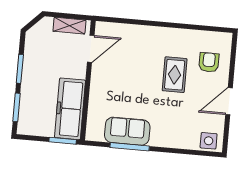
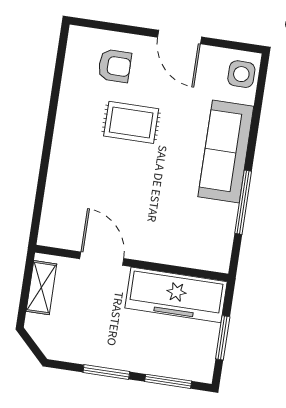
door: (91, 49) -> (102, 259), moved
armchair: (209, 62) -> (115, 66), turned 180
sofa: (127, 131) -> (226, 152), moved, width x1.36
window: (63, 141) -> (223, 338), moved

